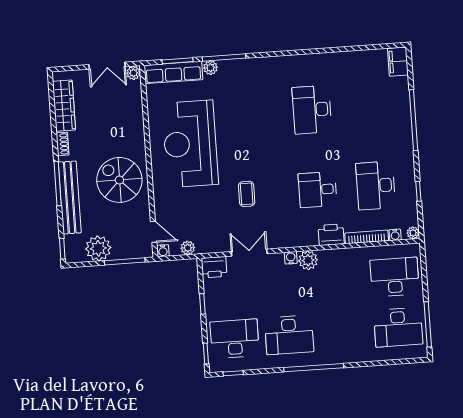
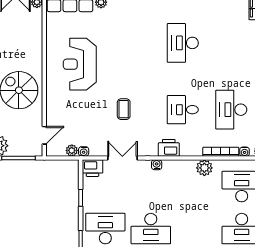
reception desk: (190, 144) -> (80, 64), width x0.74, depth x0.77
door: (154, 232) -> (44, 135), hinge flipped
printer: (331, 235) -> (169, 148), moved
water cooler: (163, 251) -> (84, 151), moved
plant: (308, 260) -> (204, 168), moved

